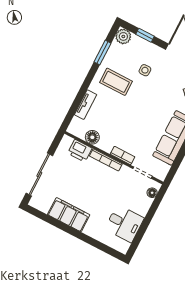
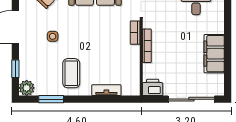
side table: (145, 70) -> (53, 36), moved
floor lamp: (92, 137) -> (133, 69), removed
printer: (80, 151) -> (153, 87), moved, turned -90

